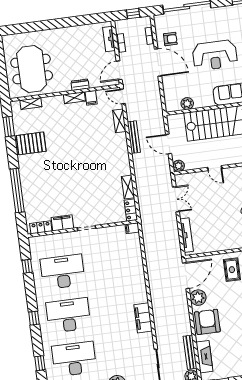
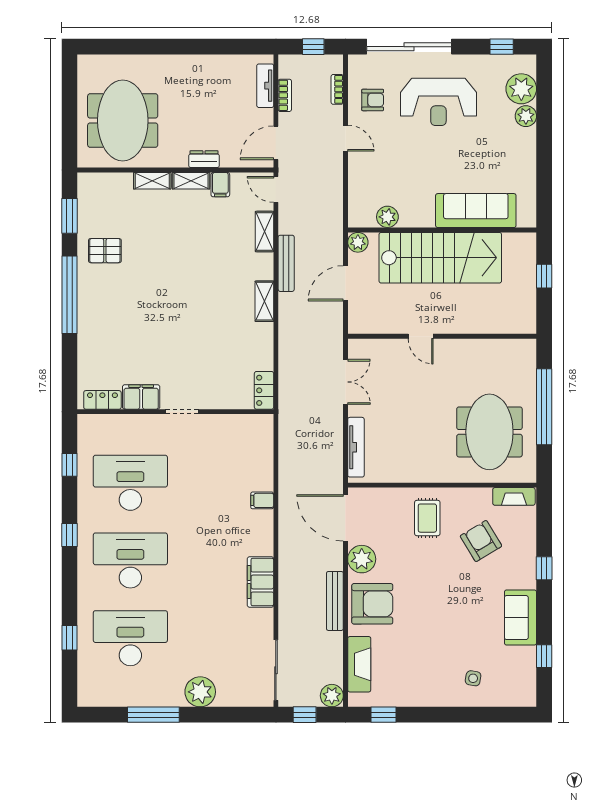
reception desk: (215, 55) -> (438, 102), moved
door: (158, 62) -> (345, 138), width x0.53
shelving: (31, 104) -> (152, 181), moved
pallet: (31, 143) -> (105, 251), width x0.67, depth x0.71
door: (169, 144) -> (345, 283), hinge flipped
plant: (179, 166) -> (358, 242), moved
shelving: (128, 187) -> (264, 301), moved
window: (17, 191) -> (69, 295), moved
filing cabinet: (132, 228) -> (262, 500), moved
door: (186, 276) -> (345, 518), swing flipped
window: (34, 318) -> (69, 535), moved
armchair: (207, 322) -> (372, 604), turned 90
bench: (190, 352) -> (335, 601), moved

